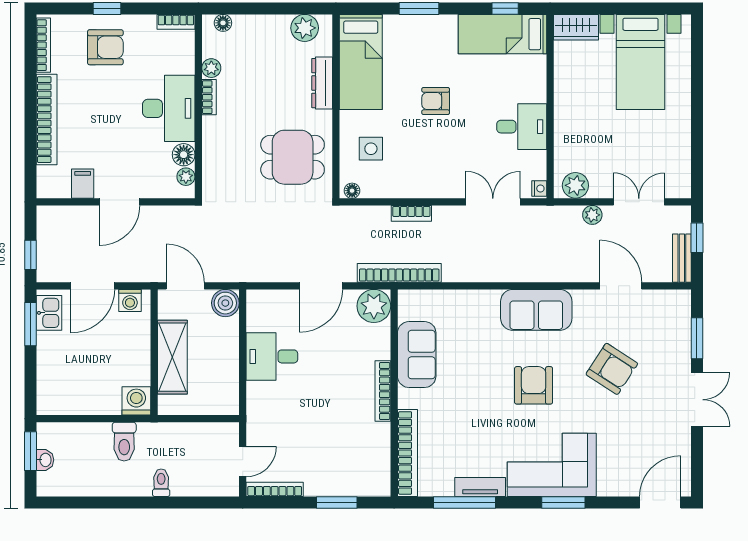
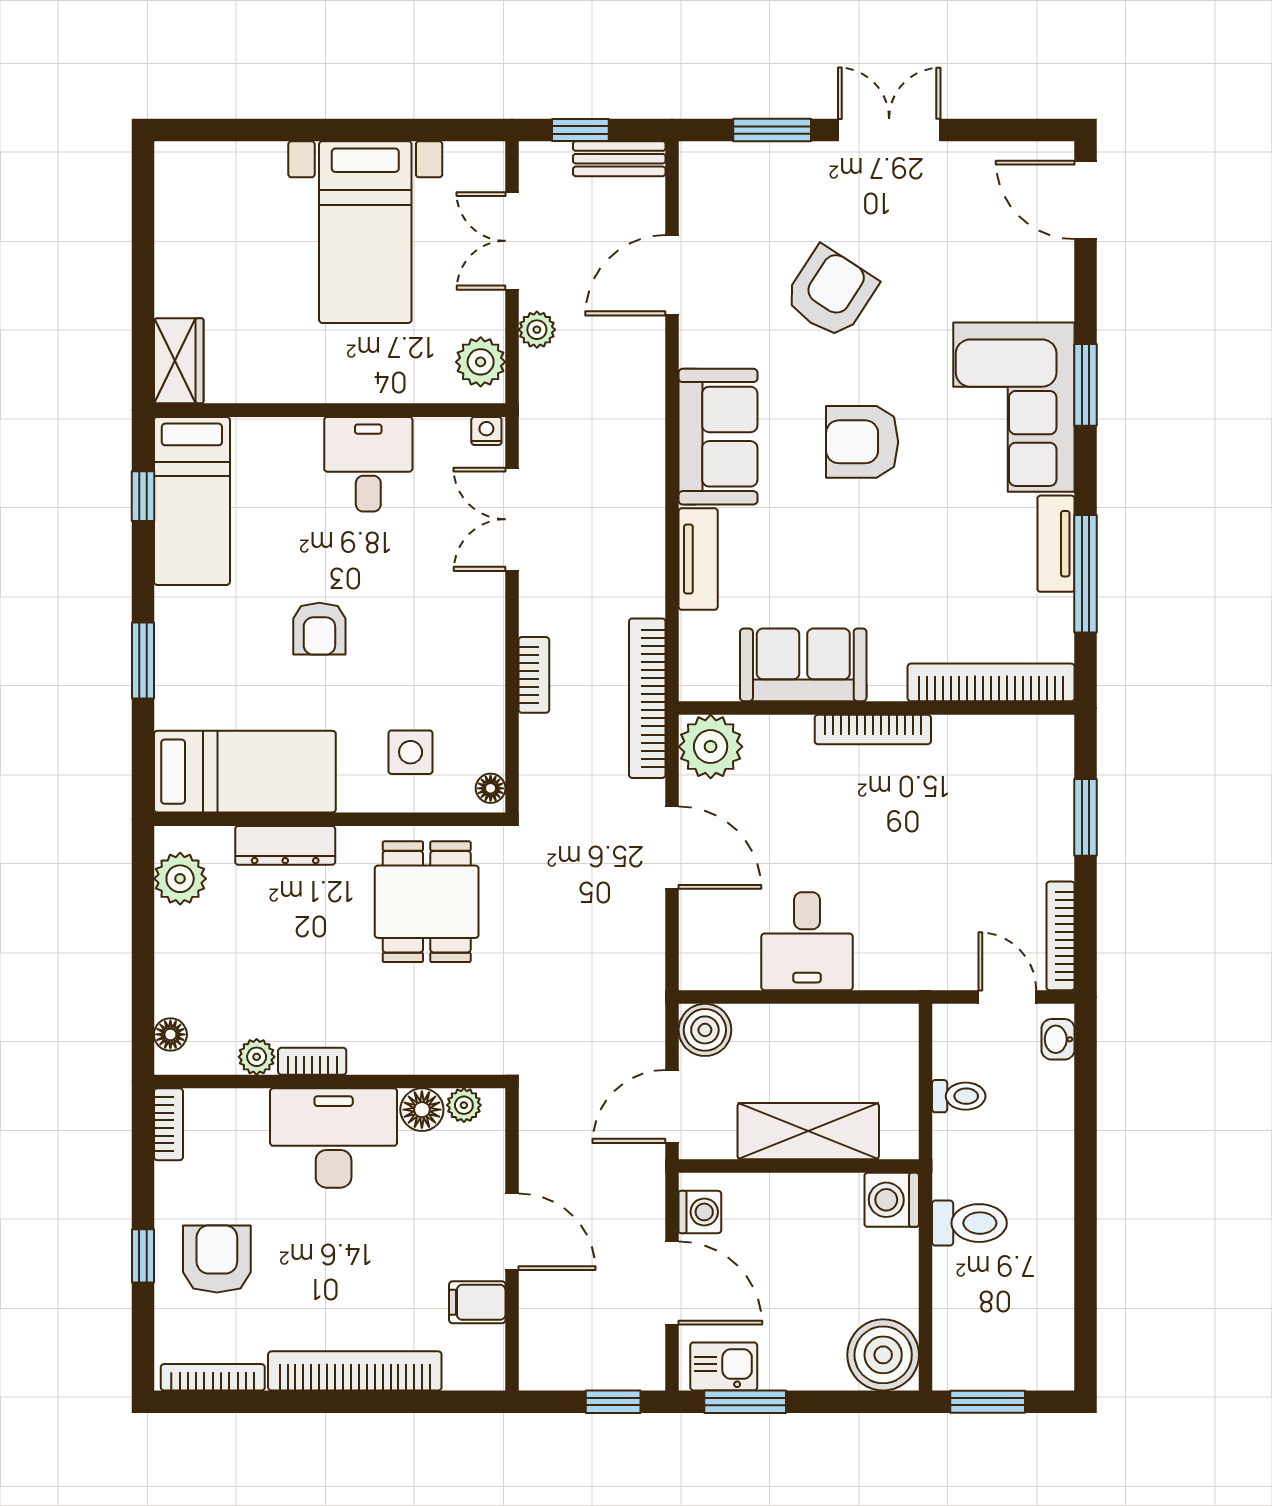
bed with nightstands: (641, 62) -> (365, 232), moved, turned 90
tv unit: (472, 299) -> (698, 559), added
boiler: (55, 396) -> (883, 1355), added
washbasin: (45, 460) -> (1058, 1039), moved, turned -90
toilet: (161, 483) -> (959, 1096), moved, turned 180

